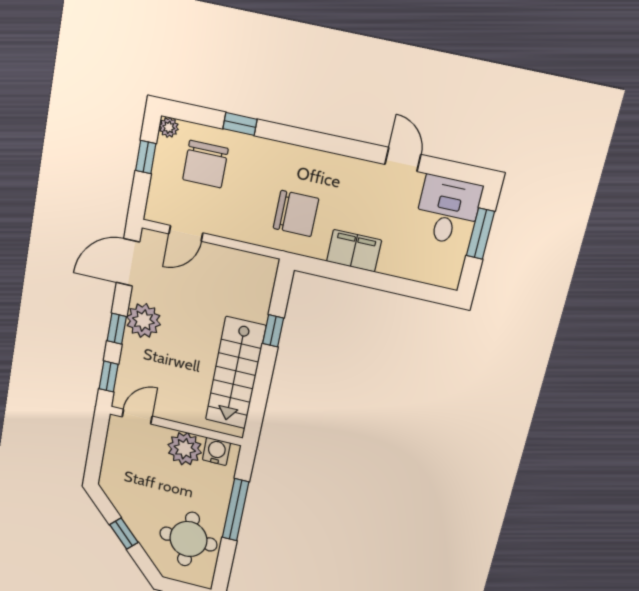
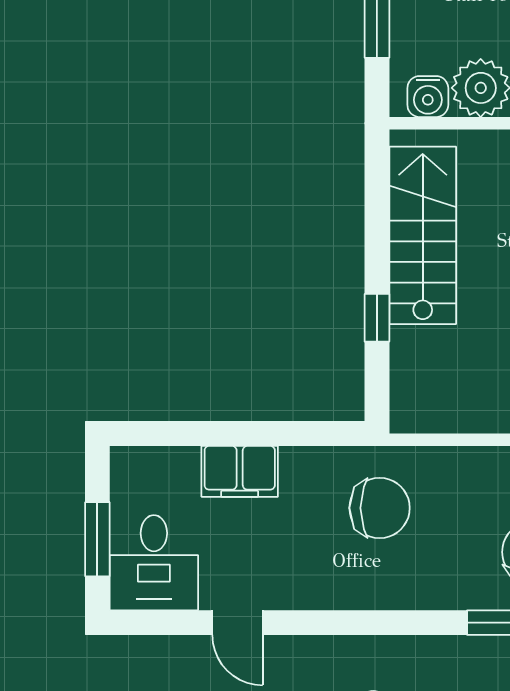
chair: (296, 213) -> (380, 508), turned 180
filing cabinet: (354, 251) -> (240, 471), moved

